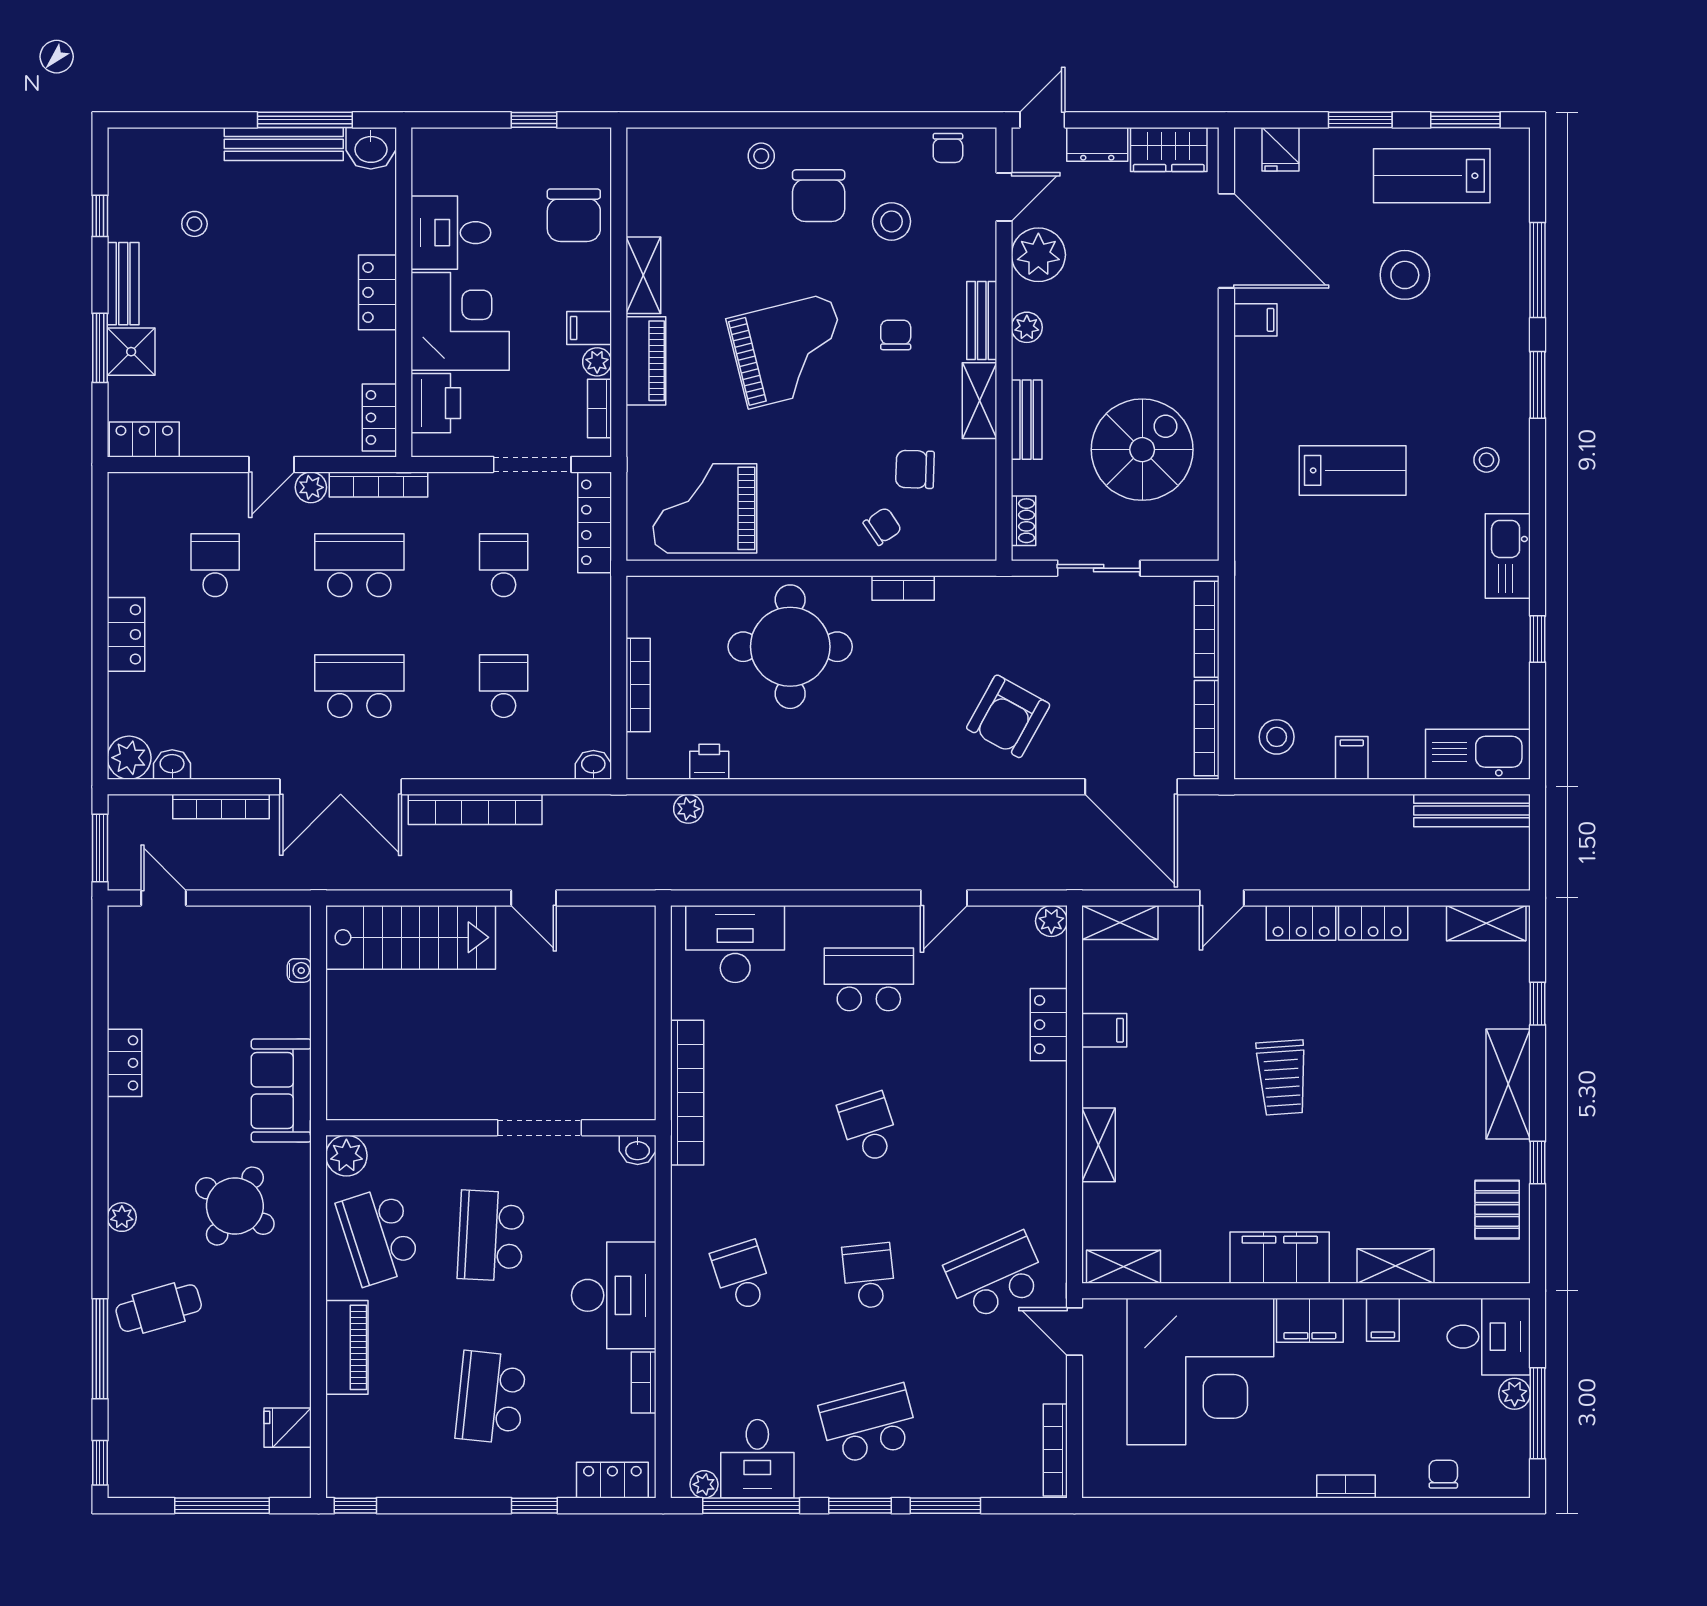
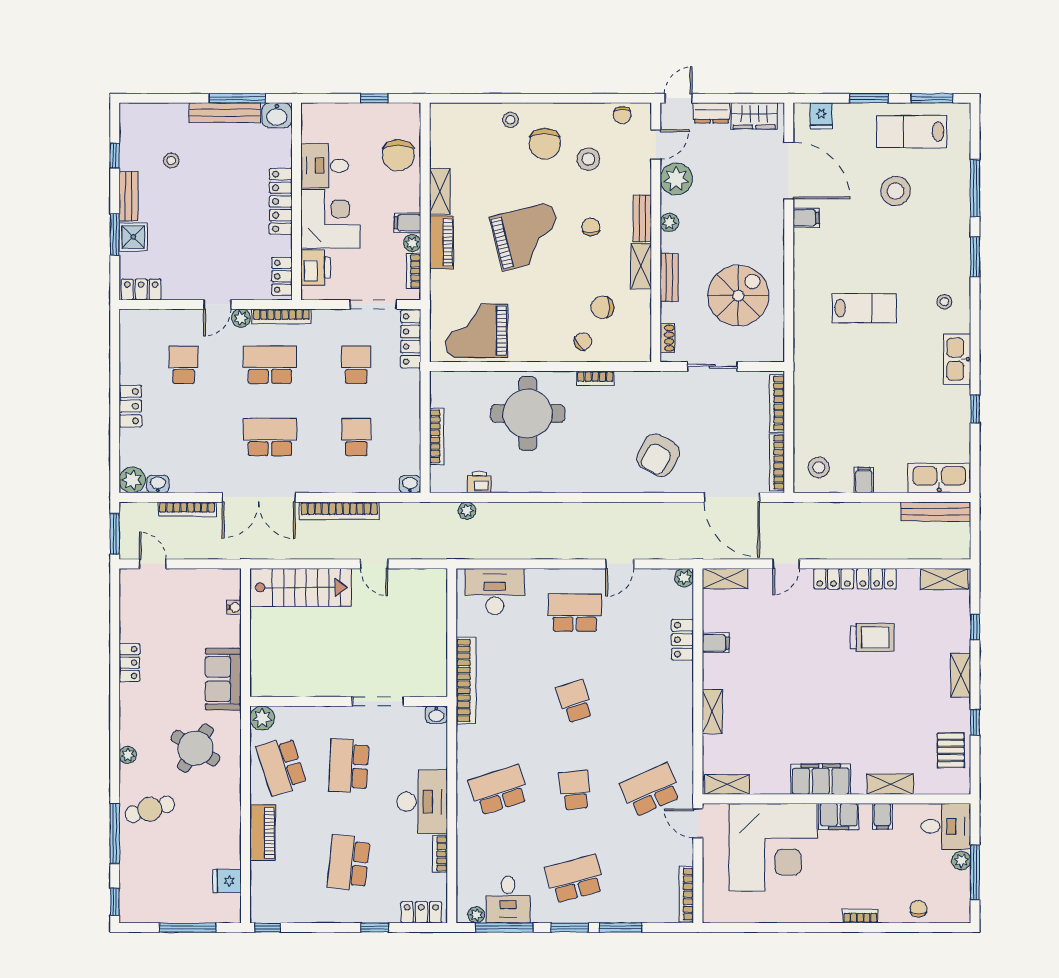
locker: (377, 292) -> (281, 201), width x1.53
trolley: (1282, 1078) -> (872, 637), moved, turned -86
shelving: (1508, 1084) -> (961, 675), width x0.67, depth x0.75
school desk: (742, 1276) -> (499, 790), width x1.85

